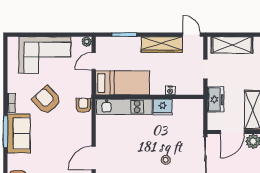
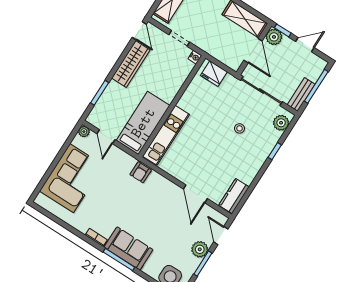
door: (192, 35) -> (139, 31), swing flipped
nightstand: (170, 90) -> (195, 57), moved
freezer: (216, 99) -> (213, 47), removed
armchair: (47, 100) -> (114, 203), removed
armchair: (83, 105) -> (141, 172), turned -90
fridge: (163, 107) -> (214, 74), moved, turned 90

